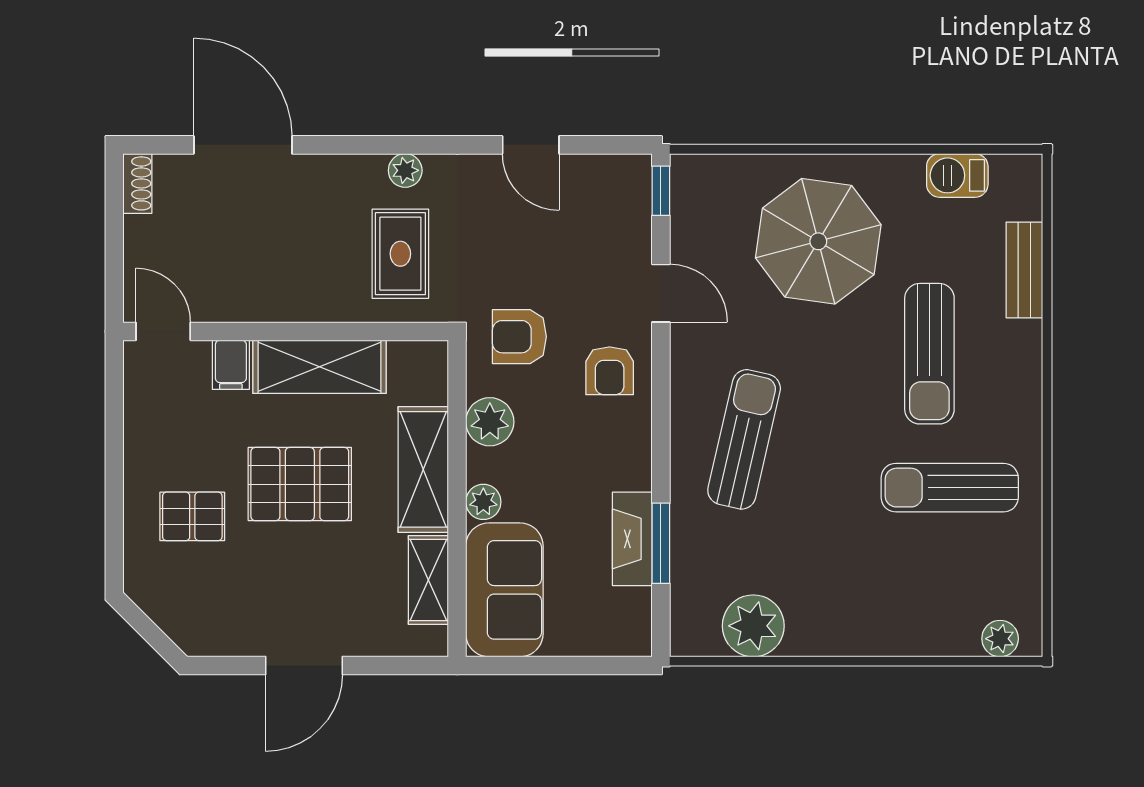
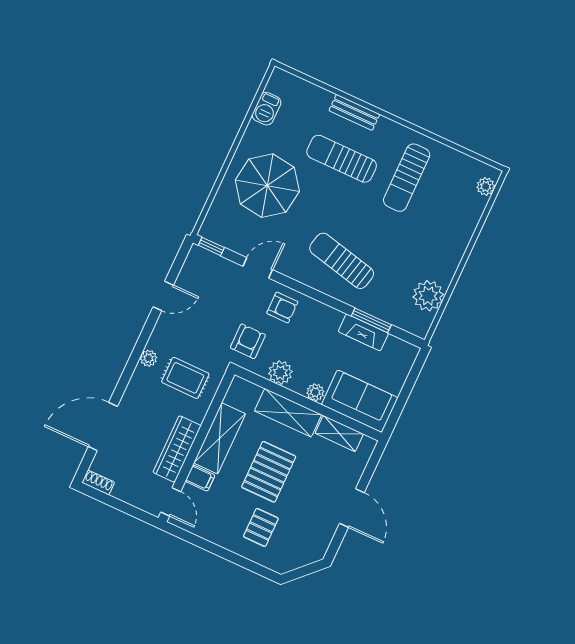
bench: (1024, 270) -> (354, 112), moved
wardrobe: (264, 298) -> (177, 449), added
door: (163, 331) -> (171, 502), swing flipped
armchair: (519, 337) -> (248, 341), turned 180
sun lounger: (929, 354) -> (342, 159), turned 180

